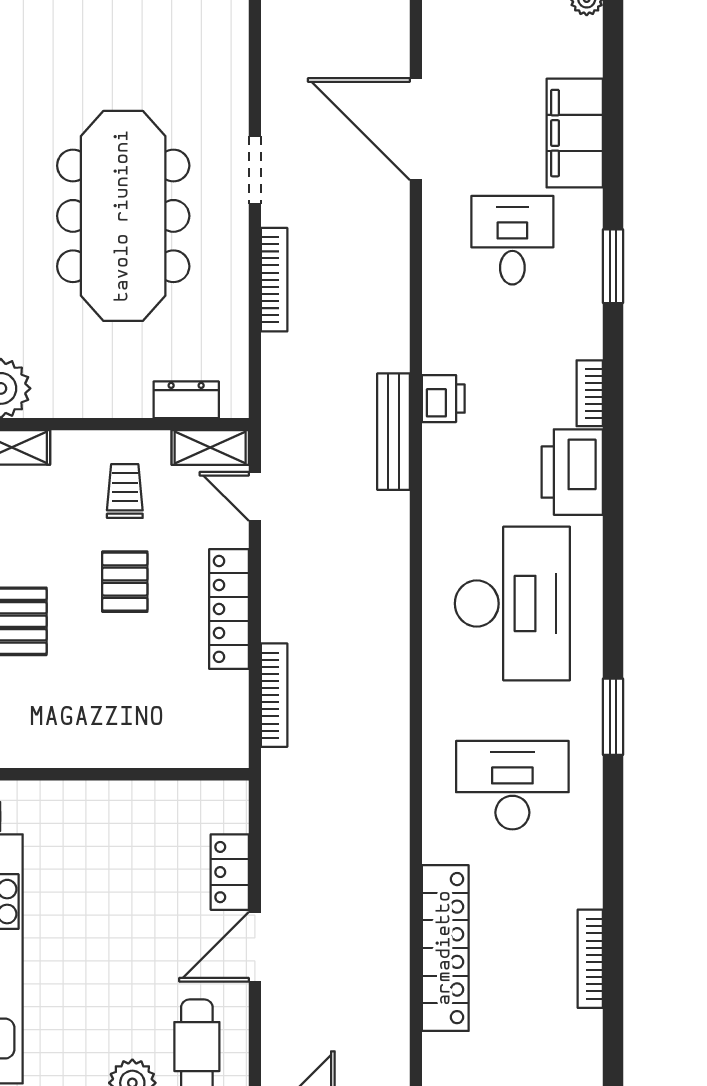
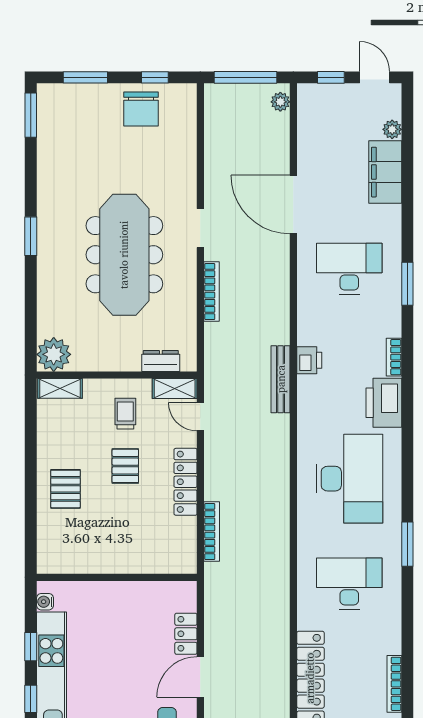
filing cabinet: (575, 133) -> (385, 172), moved
desk: (512, 240) -> (349, 269), width x1.37

